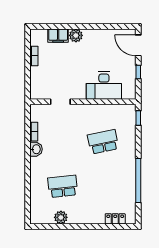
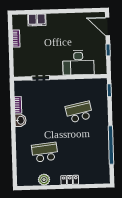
plant: (76, 35) -> (52, 19), removed
locker: (115, 219) -> (70, 180), moved

